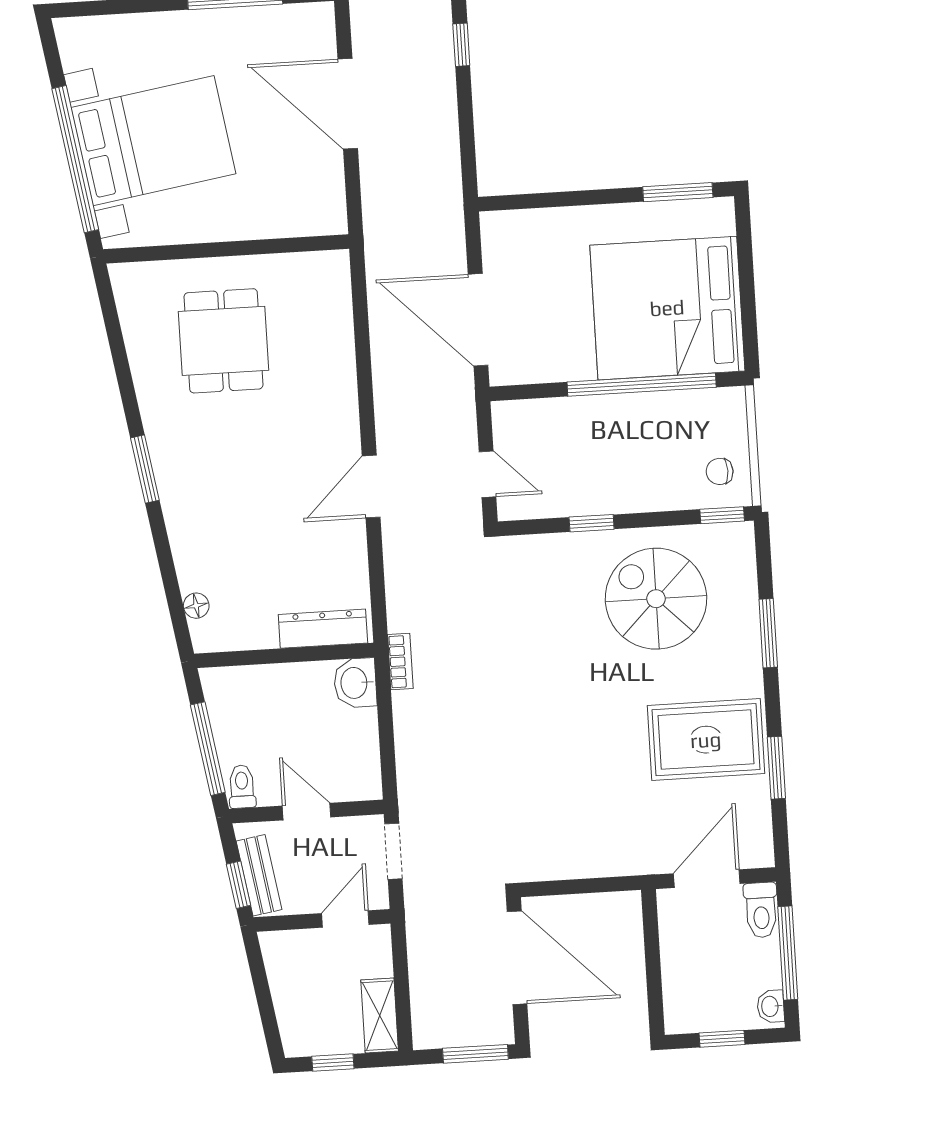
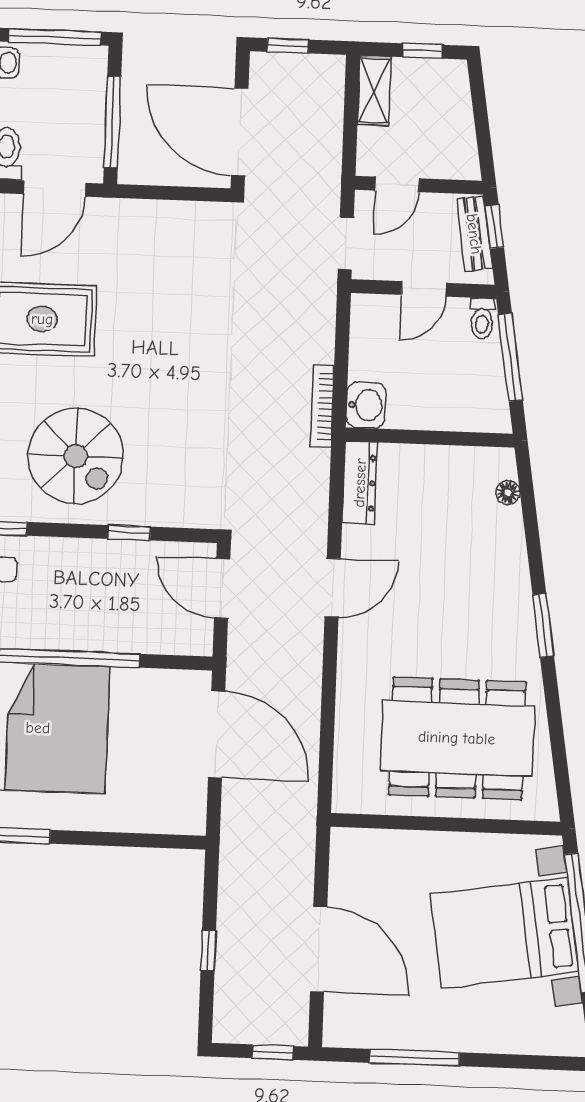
window: (461, 45) -> (208, 951), moved
dining table: (224, 341) -> (457, 738), width x1.88, depth x1.24
door: (488, 474) -> (222, 588), width x1.38
dresser: (323, 629) -> (360, 483), moved, turned -90
bookcase: (400, 662) -> (322, 406), width x1.56
door: (307, 812) -> (424, 289), hinge flipped
window: (652, 955) -> (113, 122), added
window: (722, 1039) -> (55, 37), width x2.17
window: (475, 1054) -> (288, 46), width x0.67

